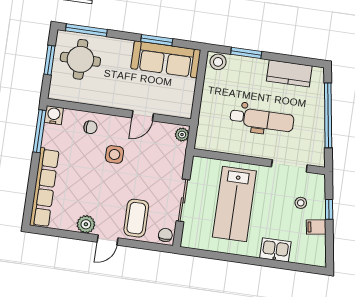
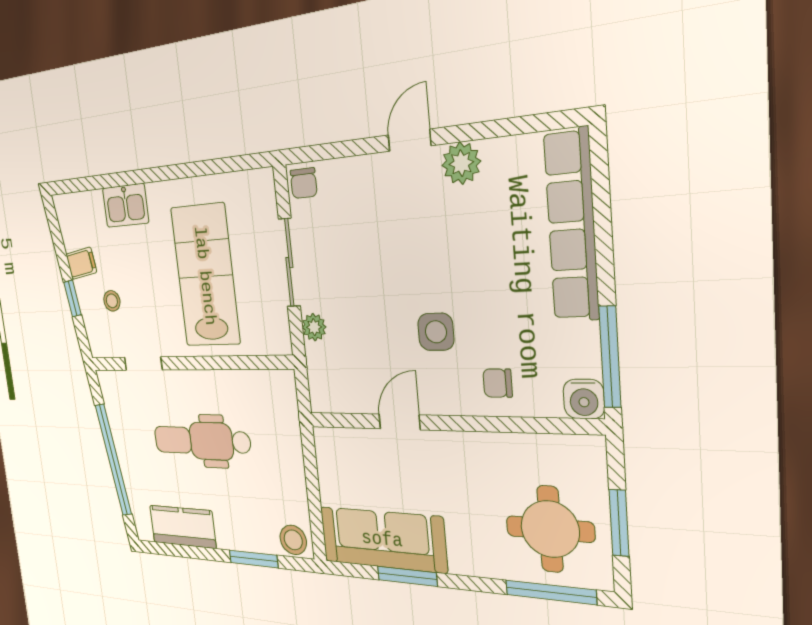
plant: (182, 135) -> (314, 327), moved
doorway: (289, 166) -> (143, 364), width x0.73
coffee table: (136, 218) -> (364, 204), removed

